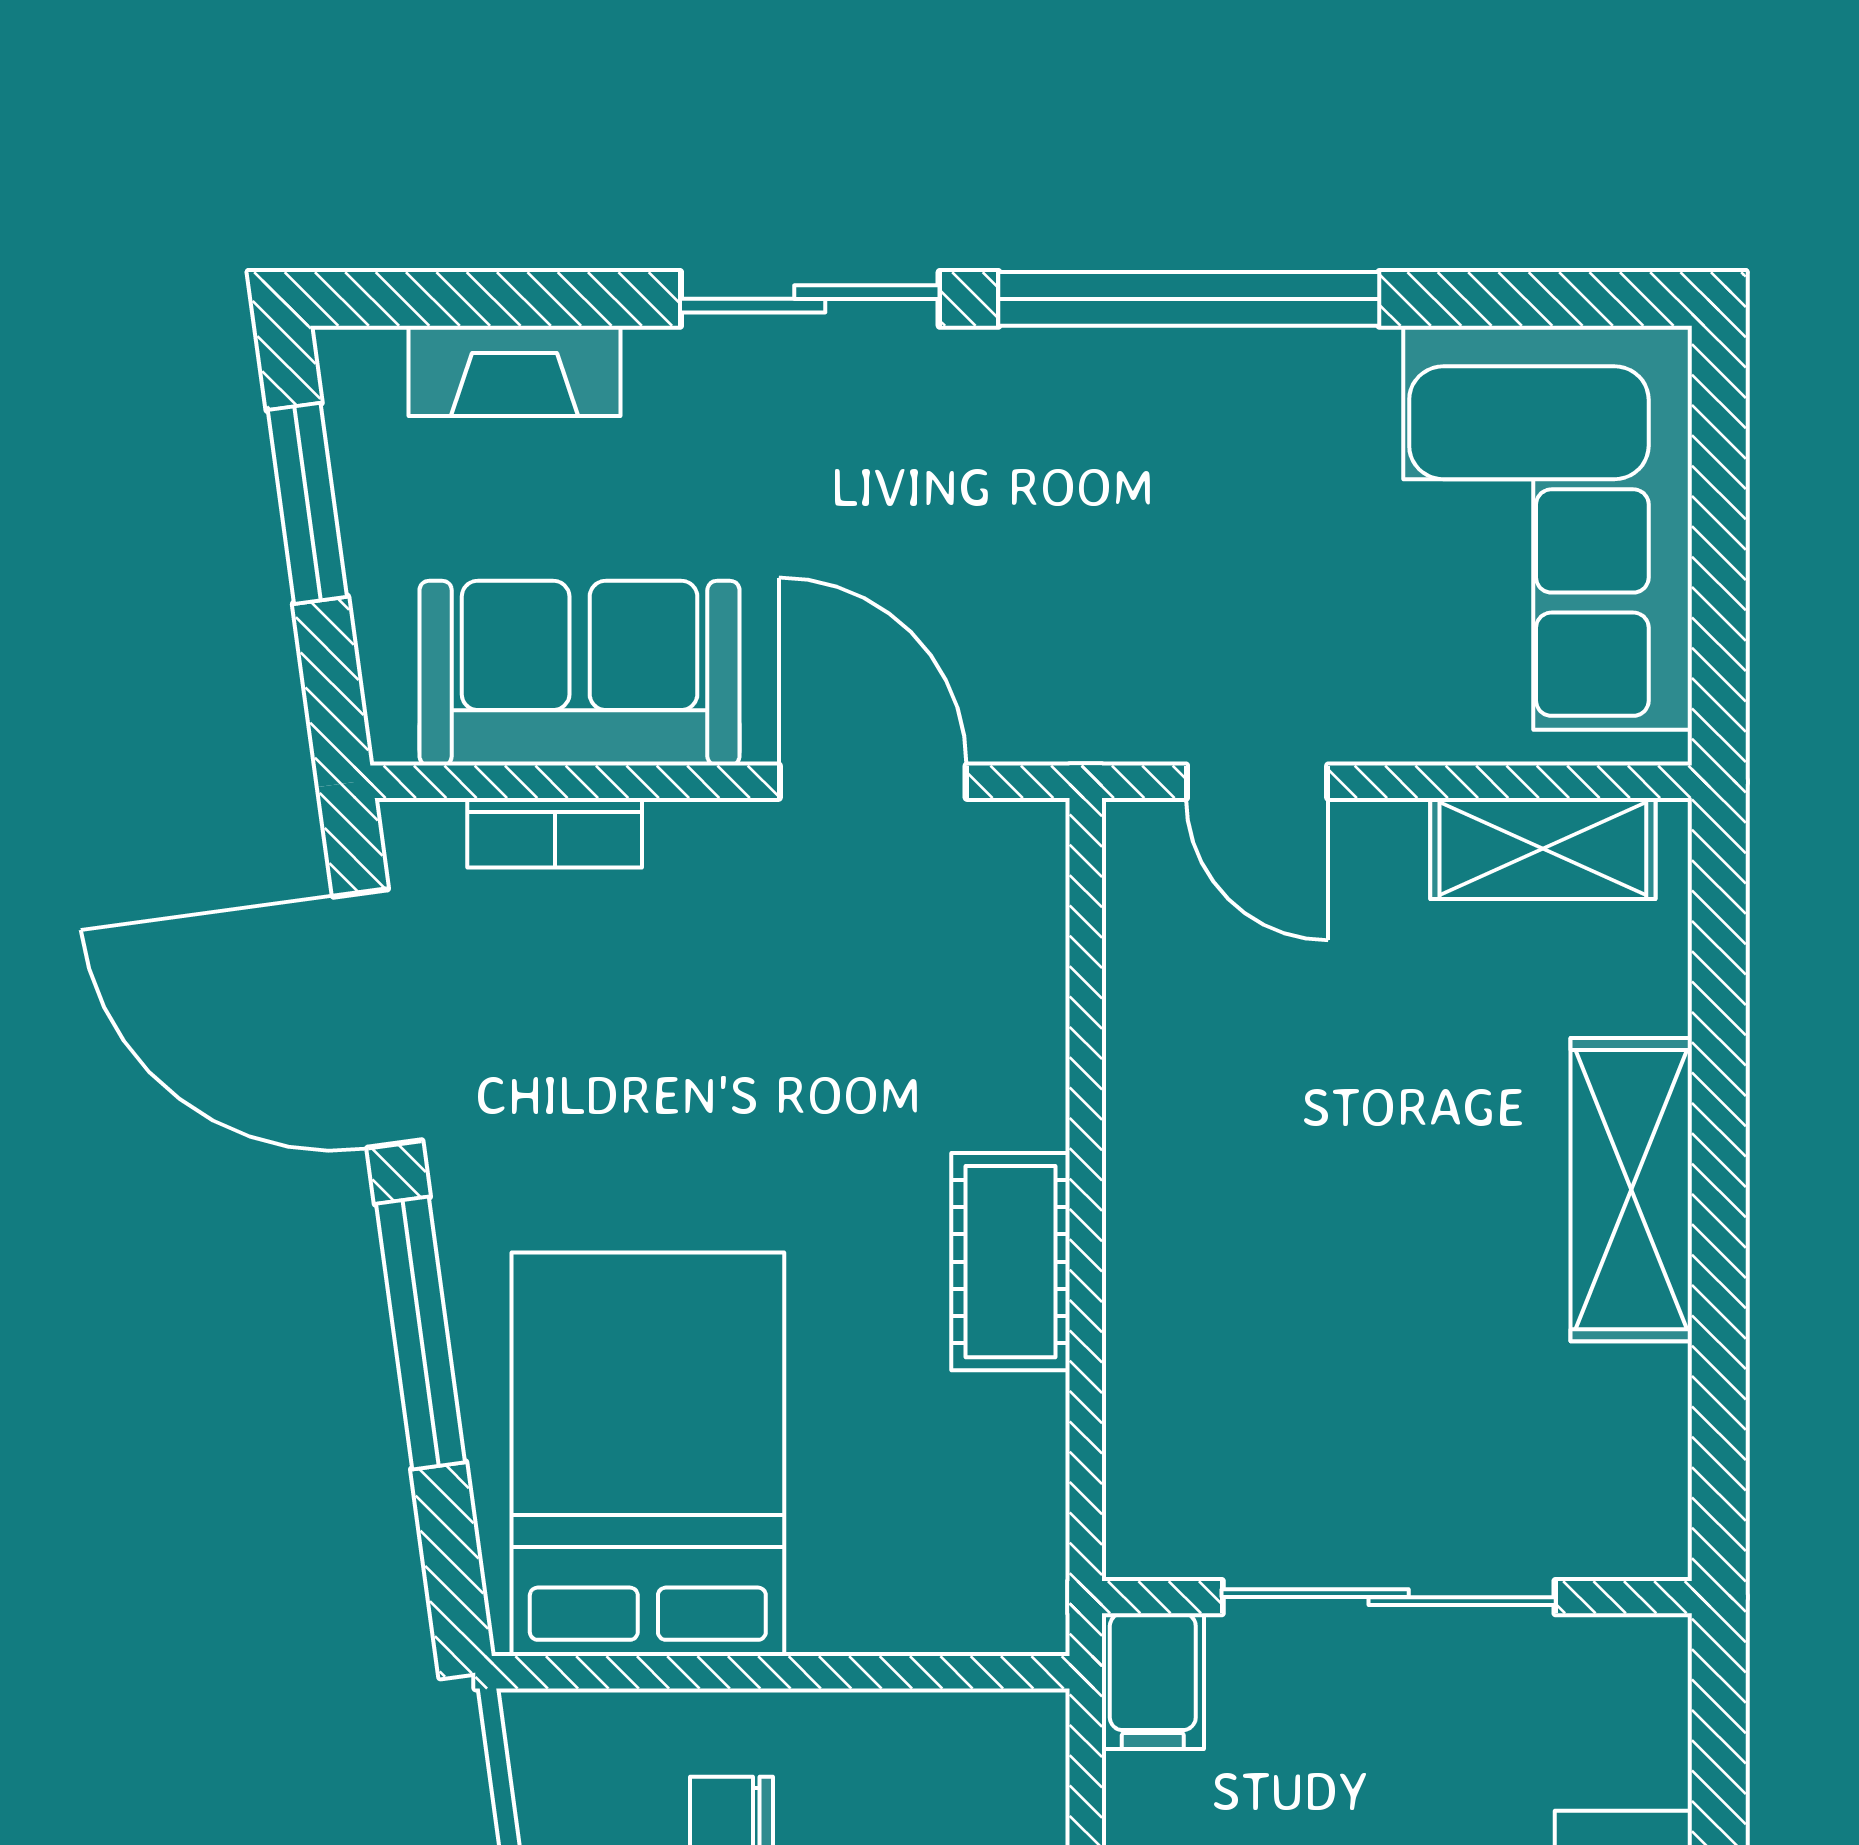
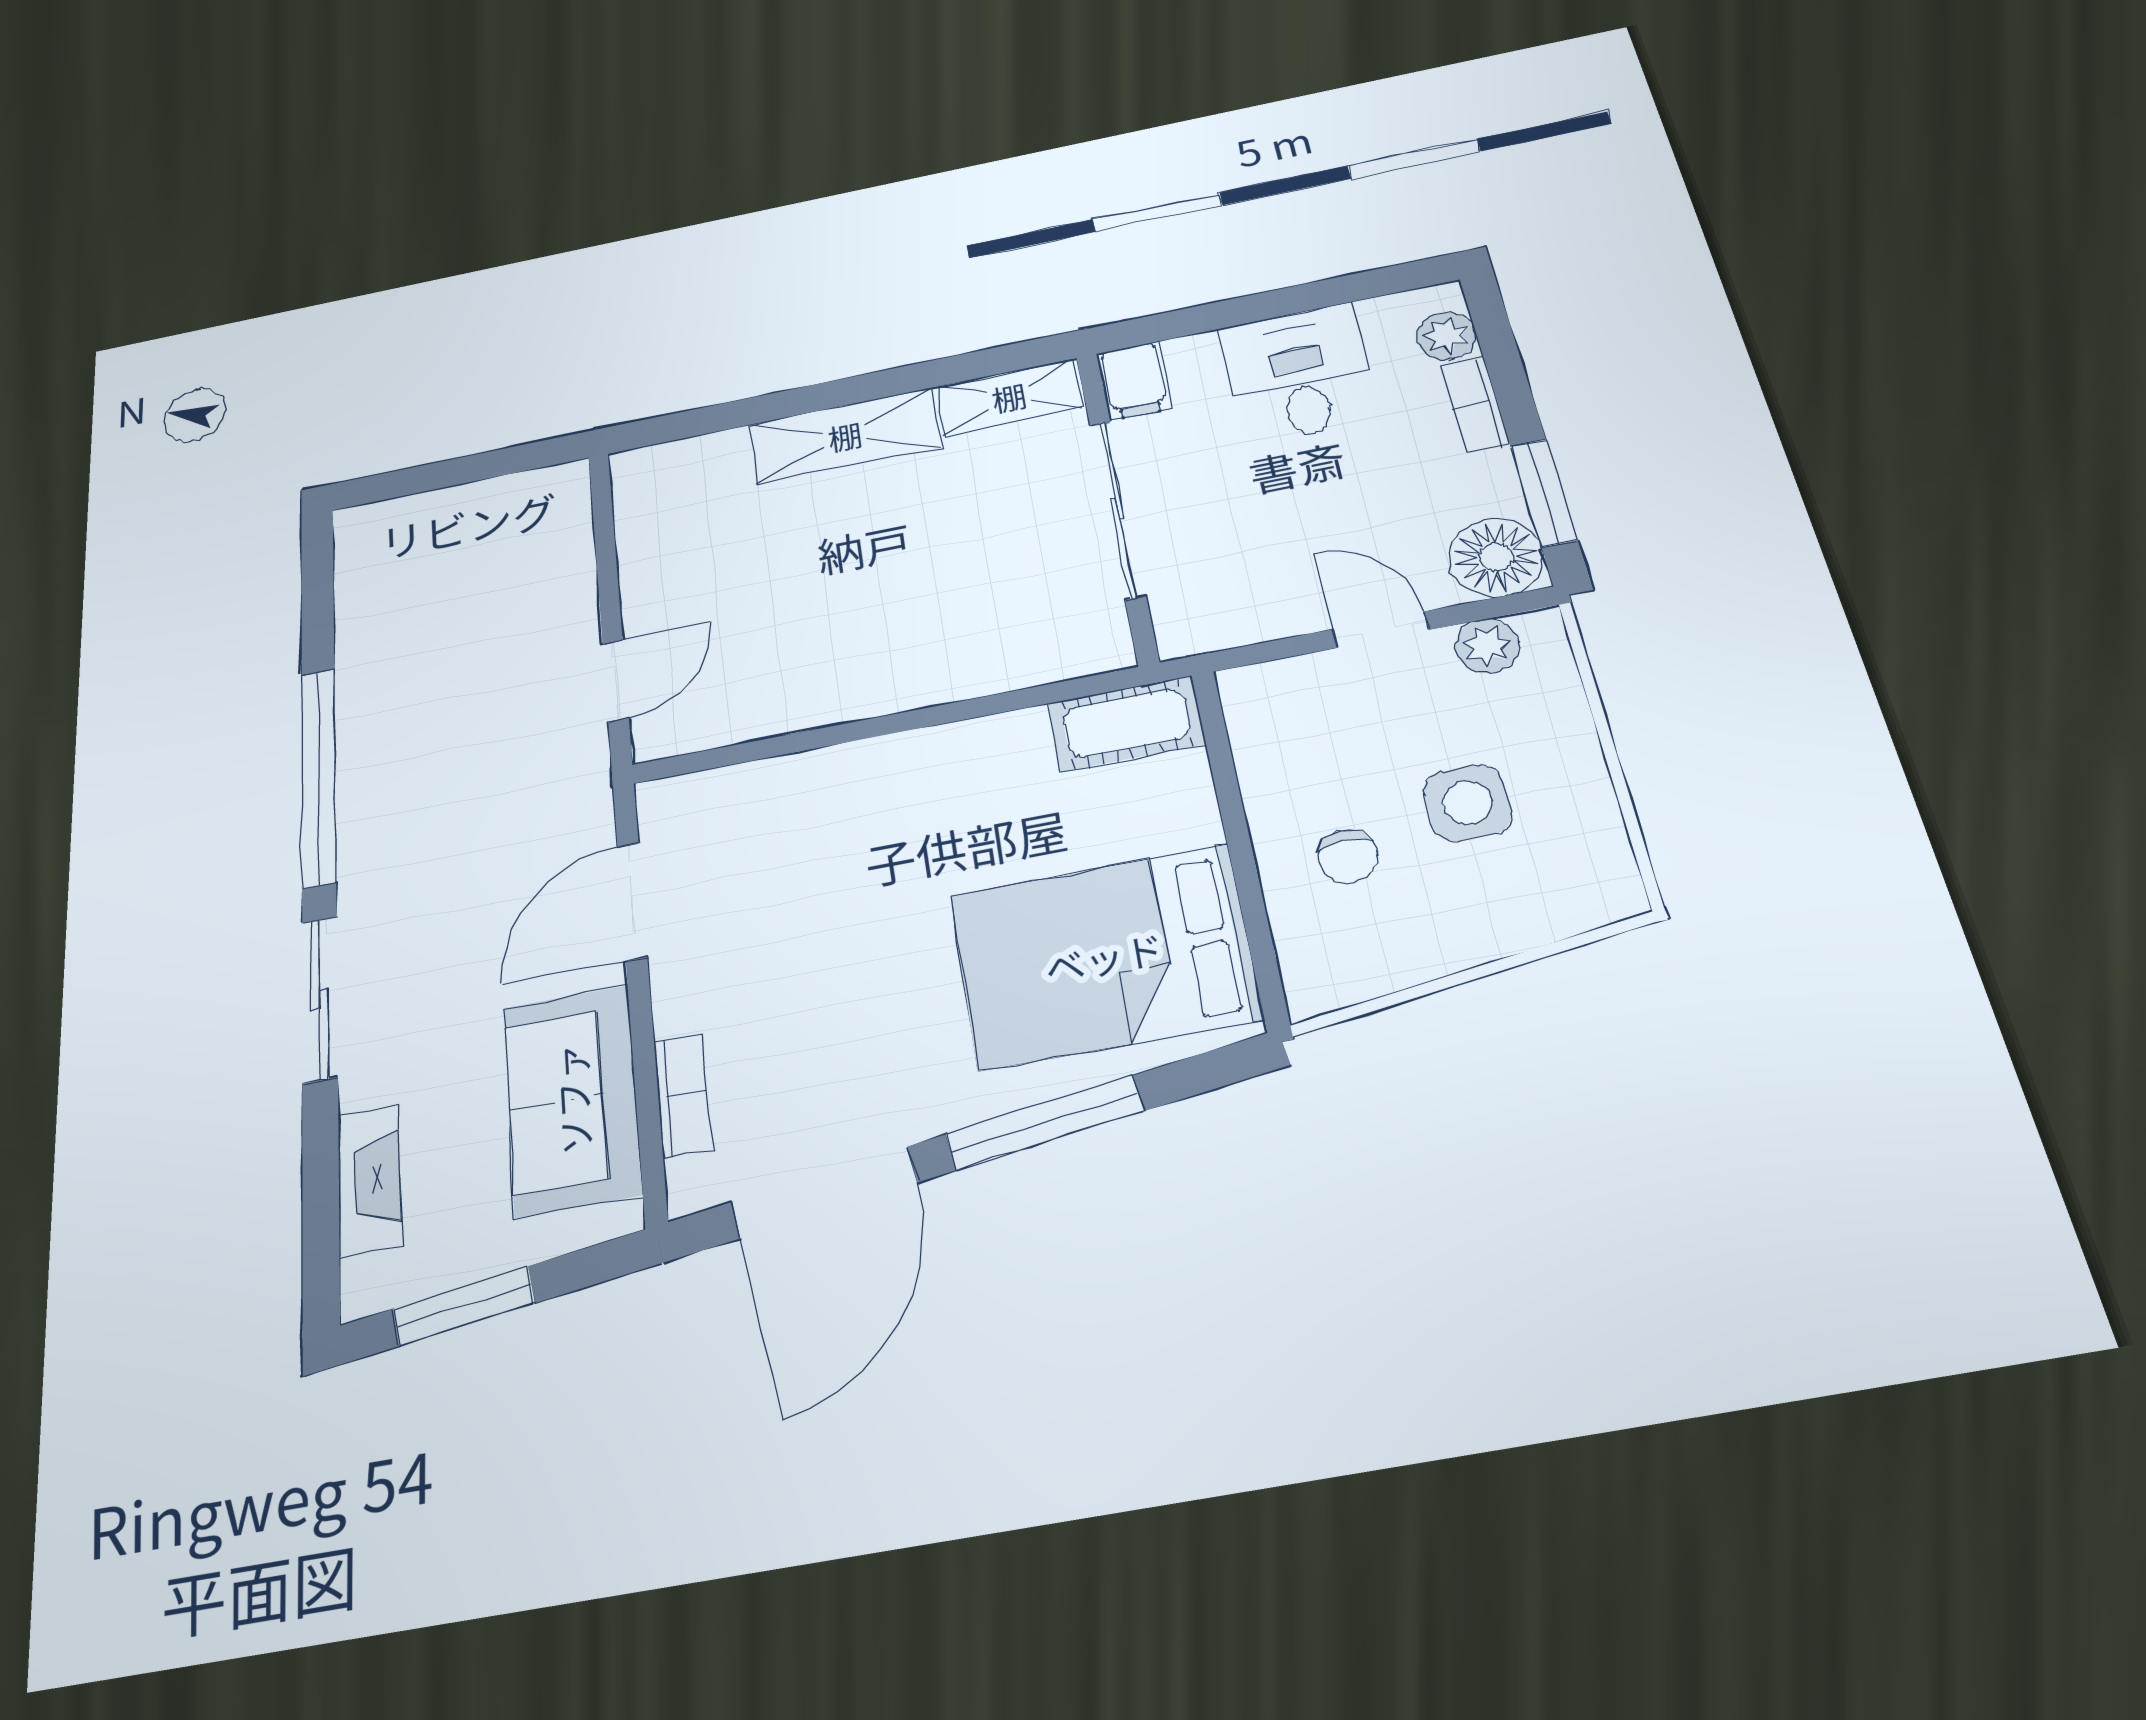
corner sofa: (1548, 528) -> (453, 558), removed
shelving: (1543, 848) -> (1009, 397), moved, turned 90
cot: (1010, 1262) -> (1126, 723), moved
filing cabinet: (1153, 1681) -> (1134, 381), moved, turned 90

